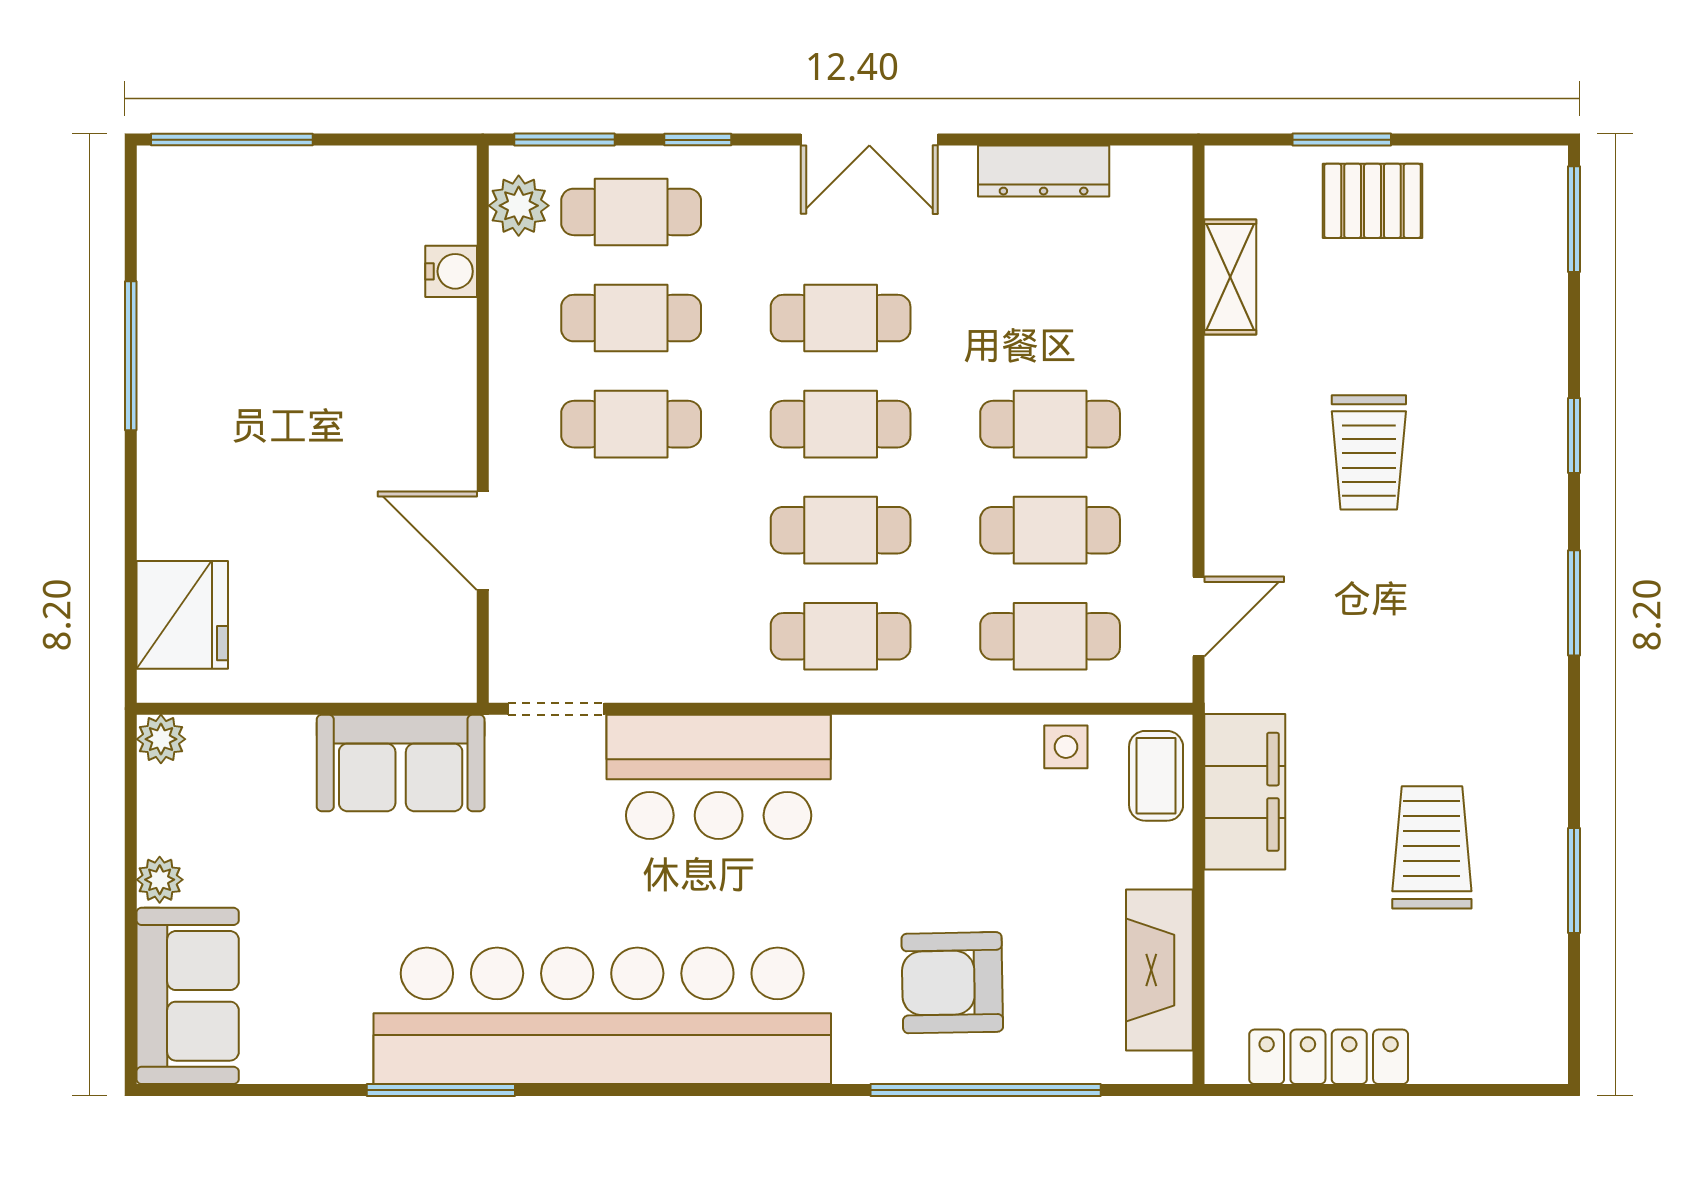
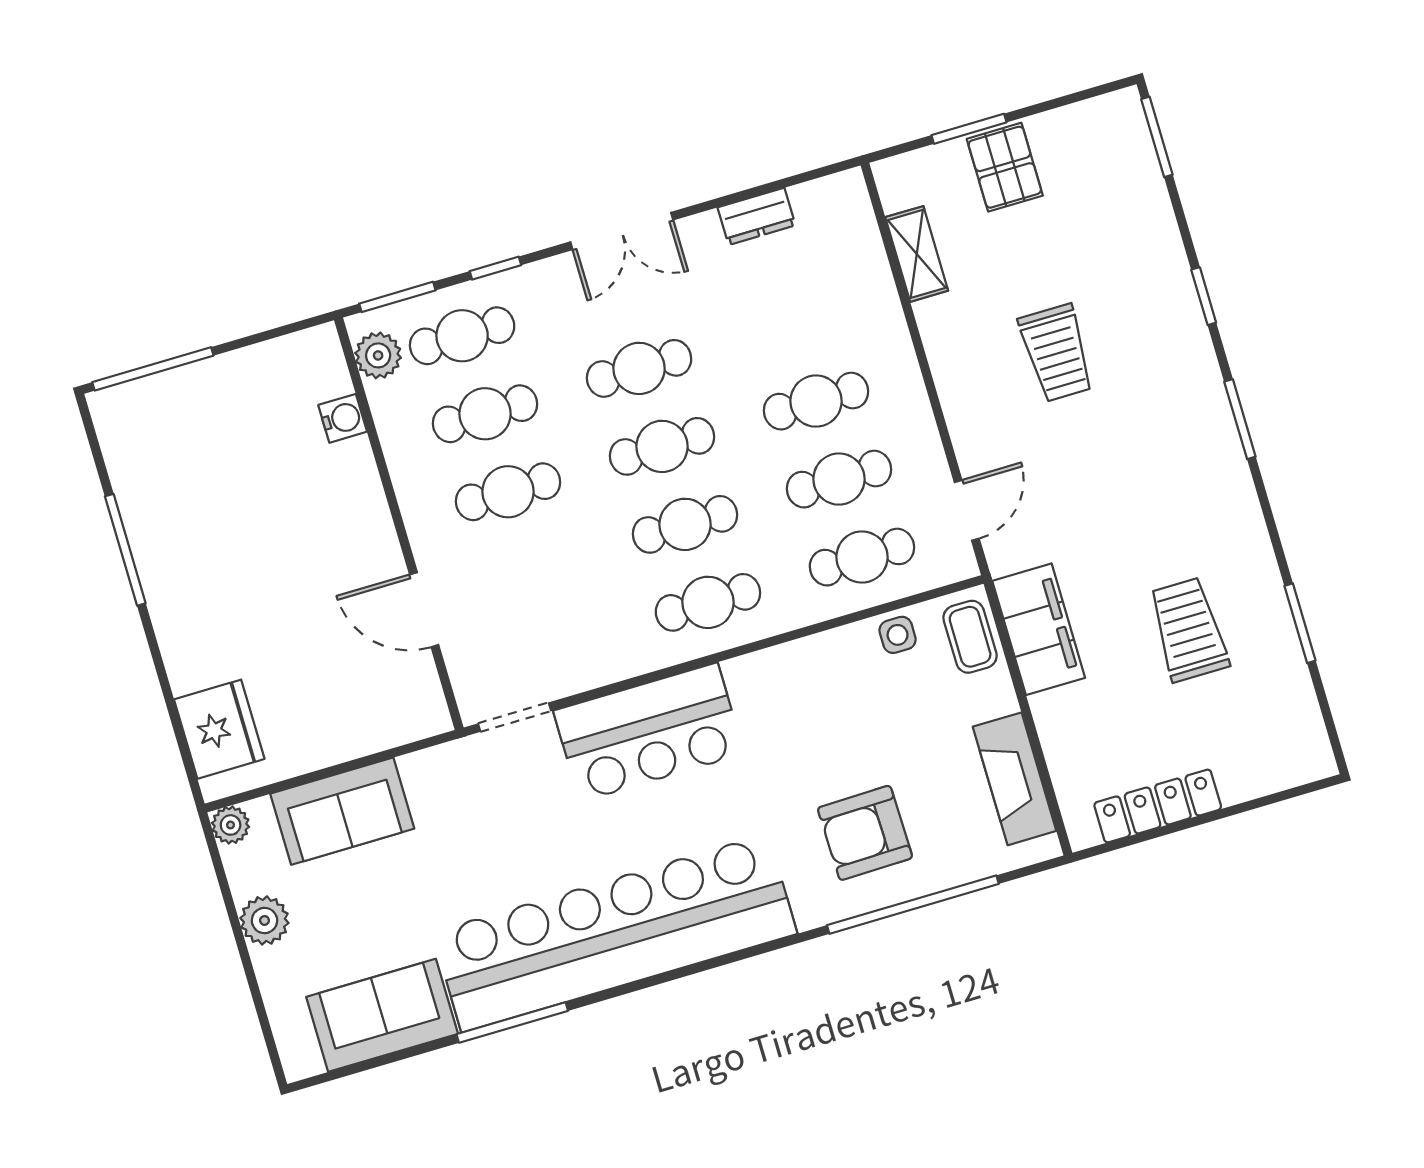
dresser: (1044, 171) -> (757, 216), width x0.70
pallet: (1372, 201) -> (1005, 167), turned 90
sofa: (401, 763) -> (342, 811), moved
plant: (160, 880) -> (264, 920), width x1.38, depth x1.38
sofa: (188, 996) -> (382, 1015), moved, turned -90

